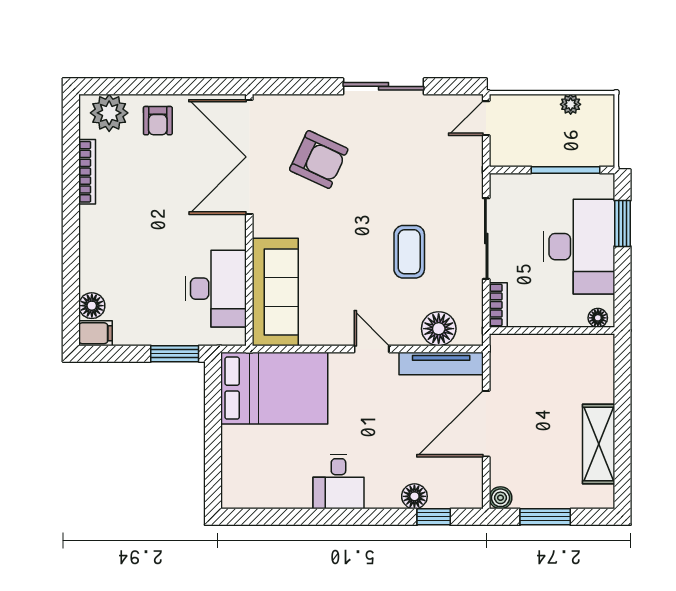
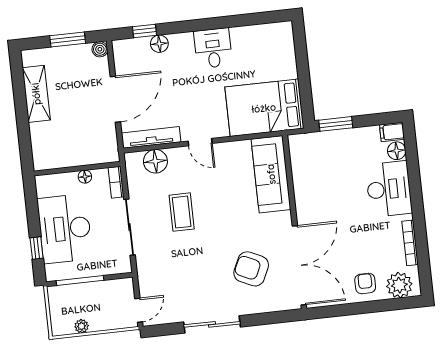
window: (623, 223) -> (37, 248), width x0.67
desk: (216, 289) -> (389, 189), moved, turned 180
floor lamp: (598, 318) -> (85, 177), moved

